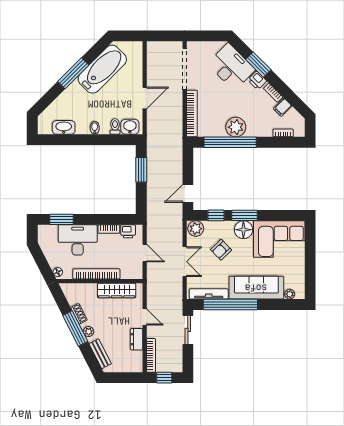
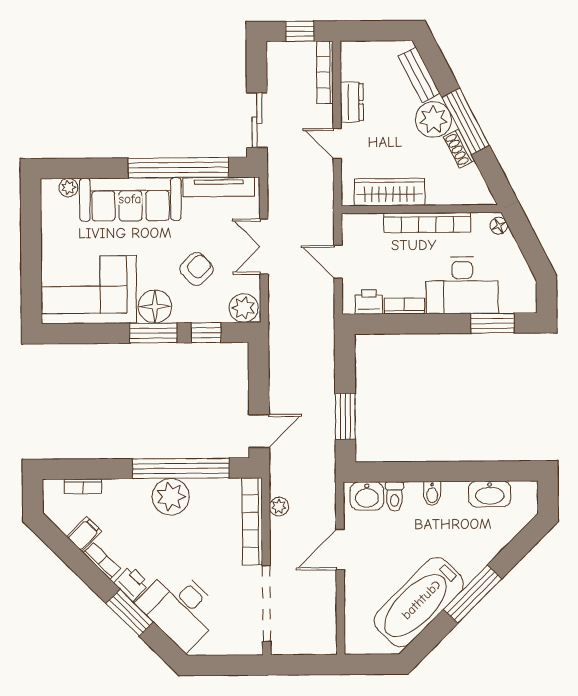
plant: (177, 121) -> (279, 507), added
door: (188, 194) -> (259, 431), moved
plant: (89, 332) -> (433, 120), width x1.88, depth x1.88

